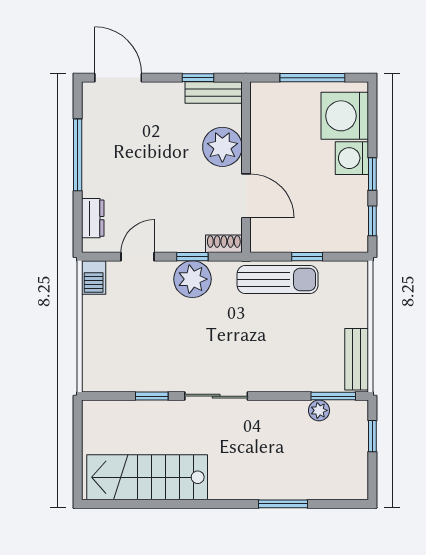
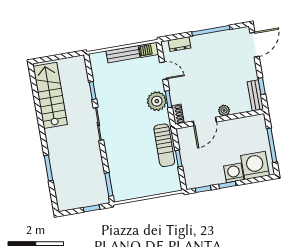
plant: (222, 147) -> (224, 110), width x0.53, depth x0.53
bench: (357, 359) -> (123, 54), moved
plant: (319, 410) -> (100, 178), removed

